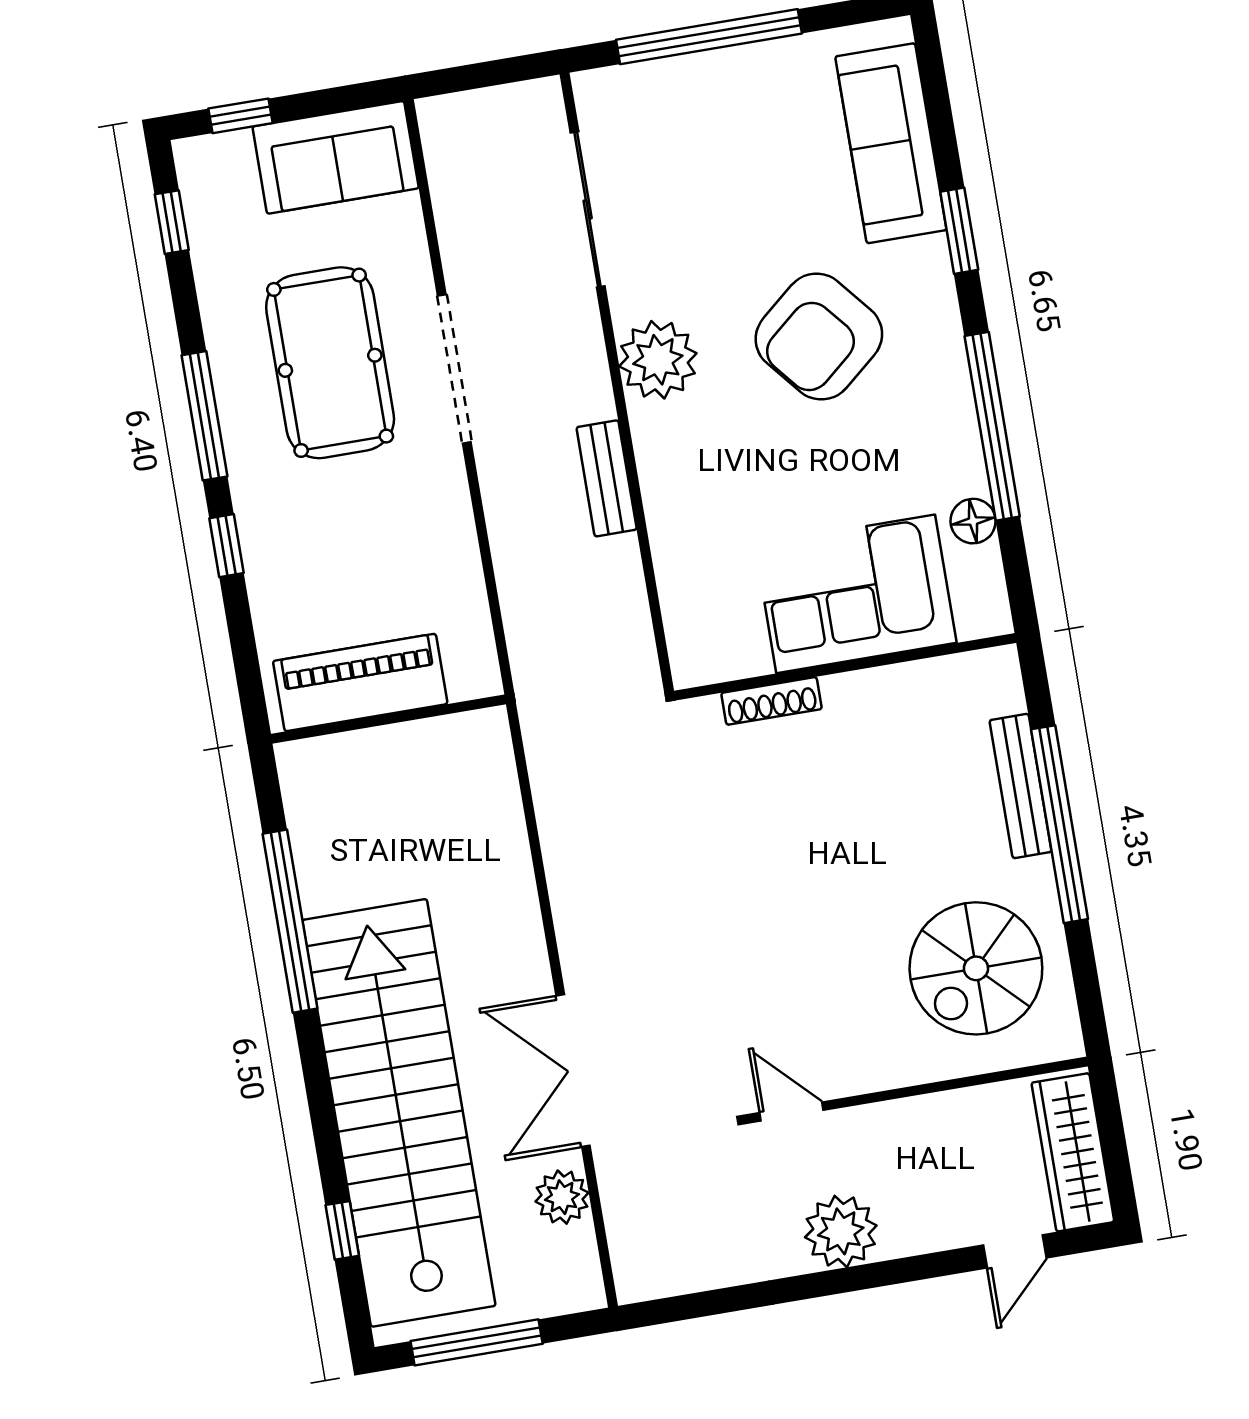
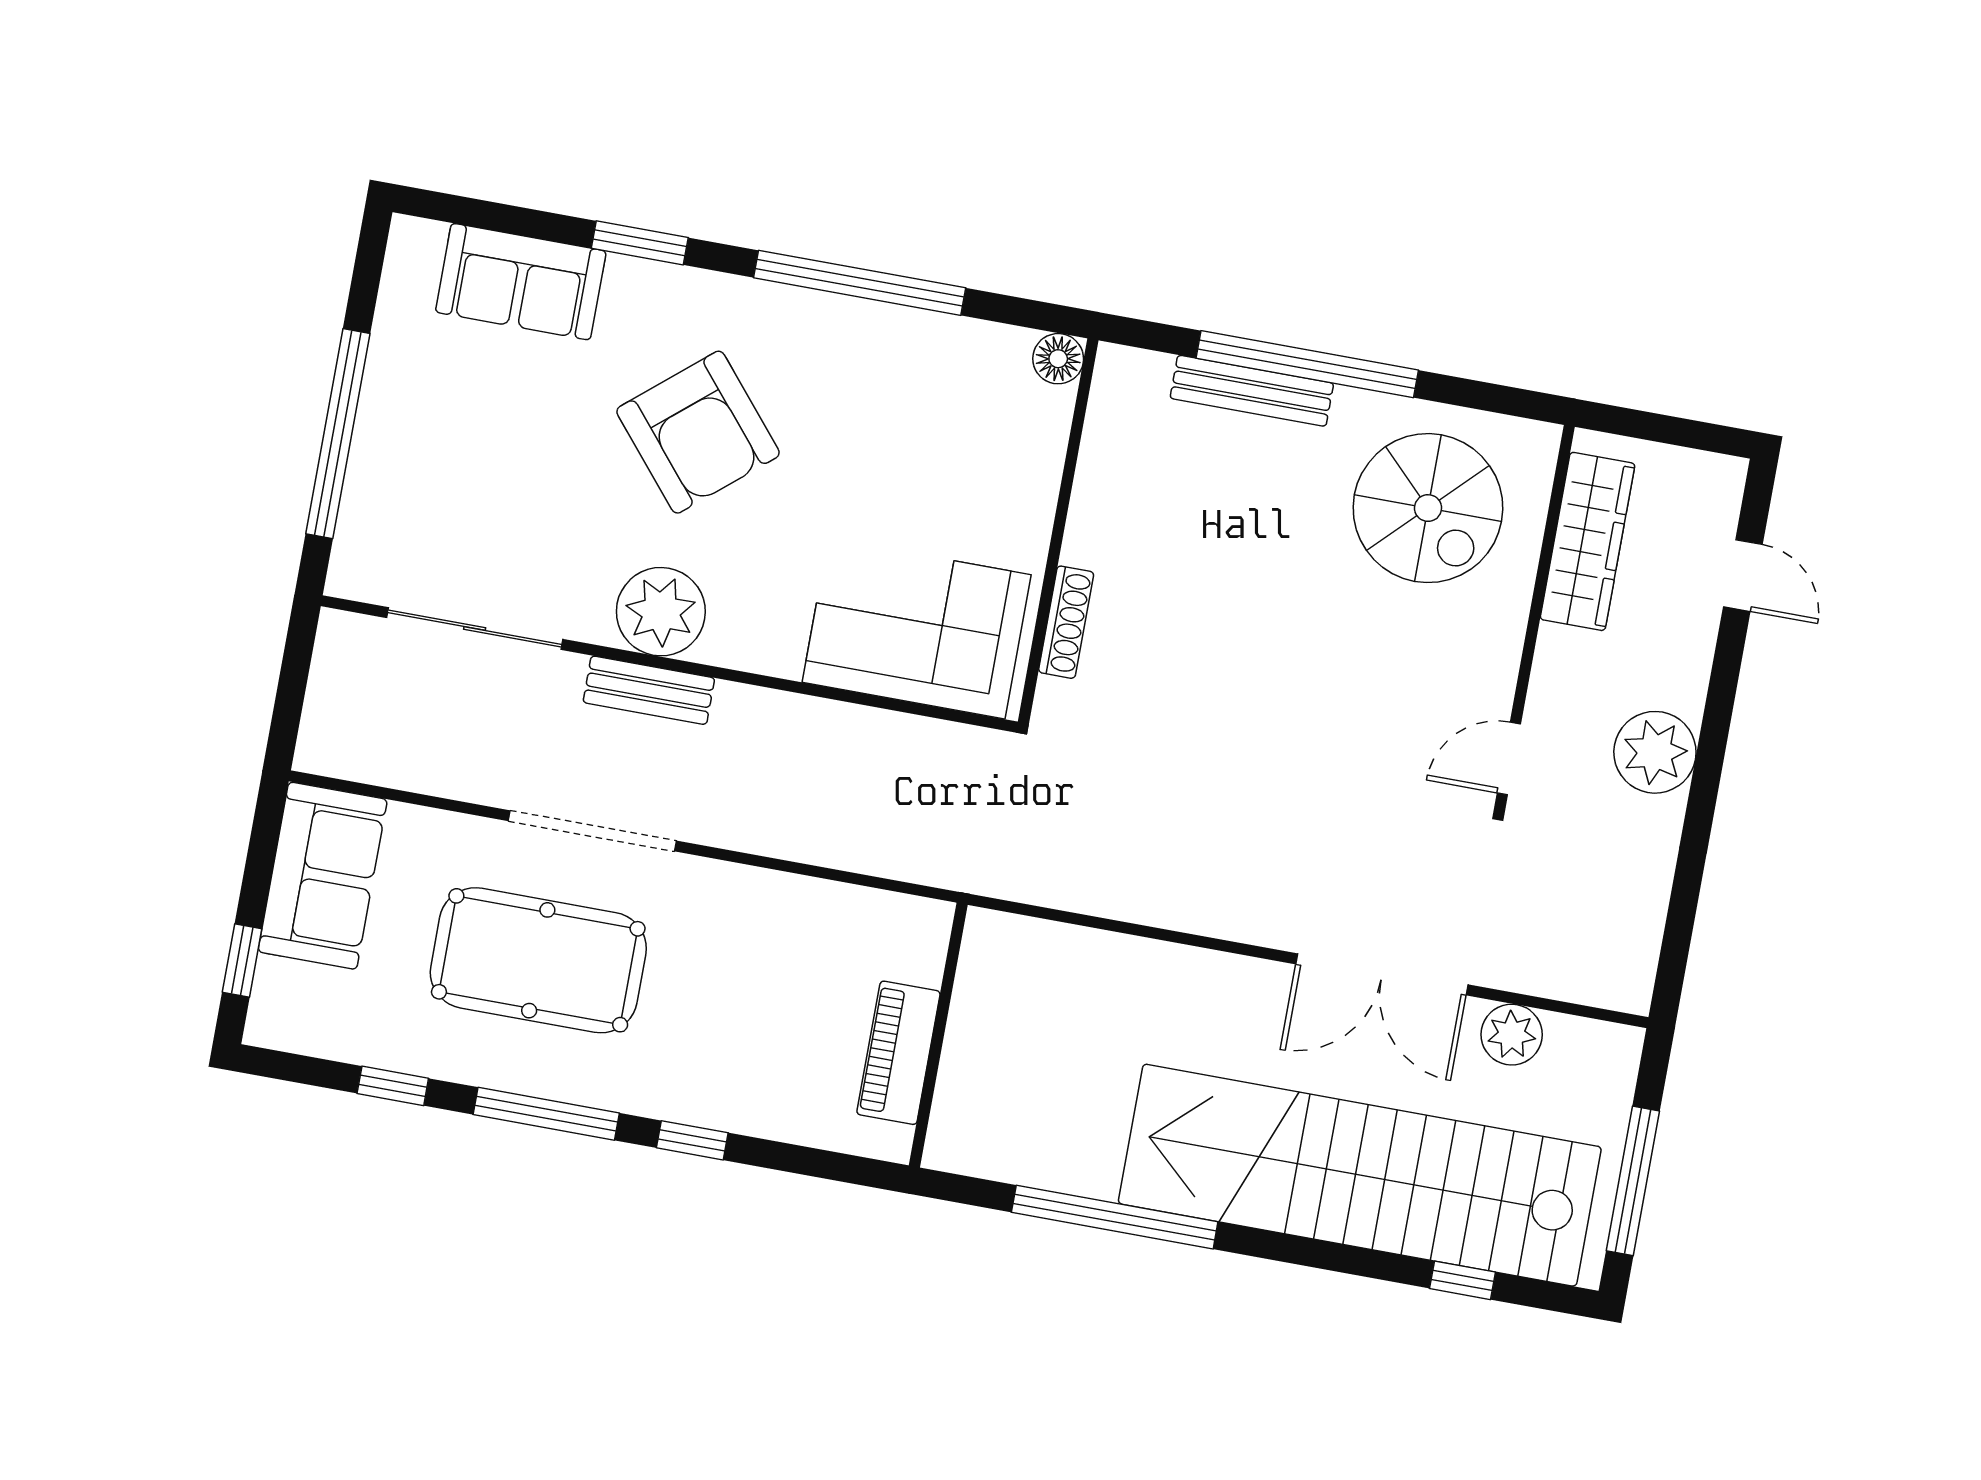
sofa: (891, 143) -> (521, 282), width x0.73
window: (172, 222) -> (393, 1086), moved
bench: (607, 478) -> (649, 690), moved
floor lamp: (973, 521) -> (1058, 359), moved
corner sofa: (856, 594) -> (917, 628), moved, turned 90
piano: (360, 682) -> (898, 1053), width x0.73, depth x0.75
wardrobe: (1073, 1152) -> (1587, 541), moved, turned -90

